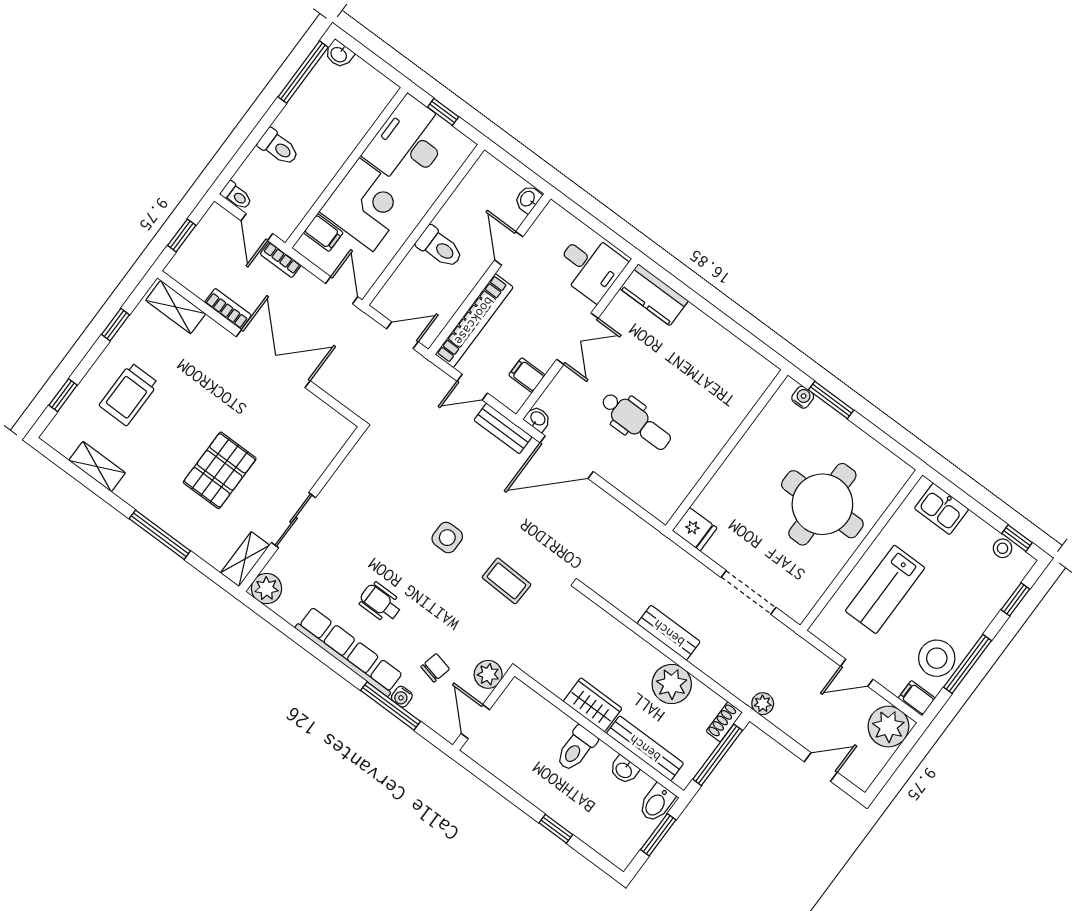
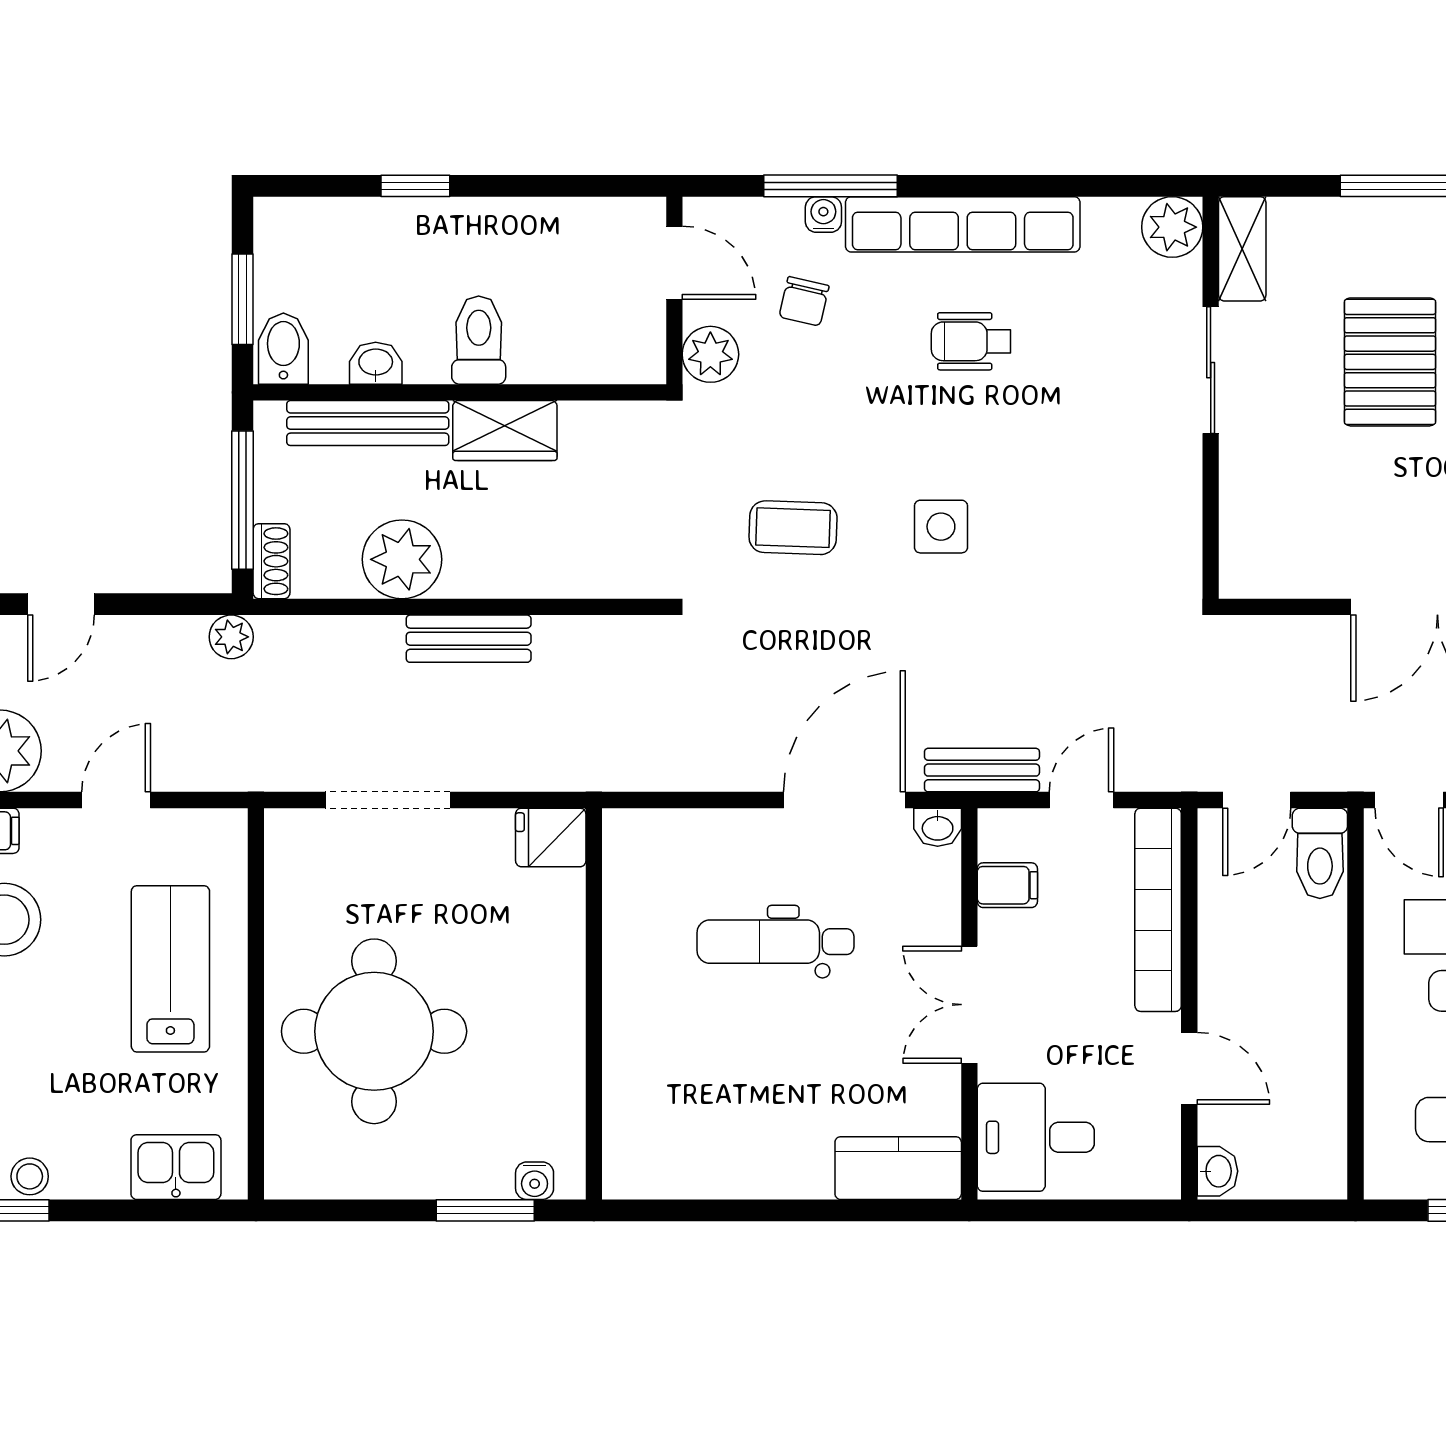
toilet: (440, 247) -> (1320, 853), moved, turned -90
wheelchair: (380, 602) -> (971, 341), turned 180

